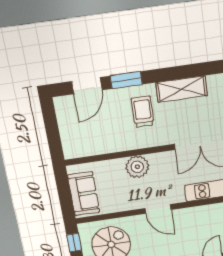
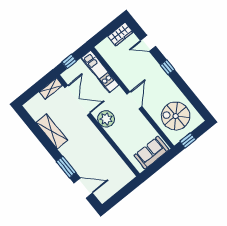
trolley: (143, 112) -> (79, 146), removed
plant: (137, 167) -> (106, 119), moved

